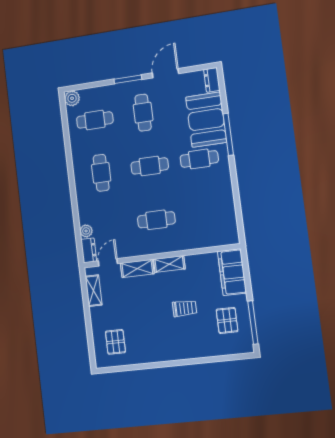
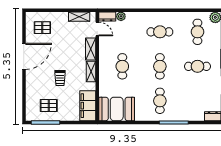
booth: (206, 120) -> (117, 109), moved
filing cabinet: (232, 272) -> (88, 106), moved, turned -90
door: (160, 365) -> (24, 56), added

